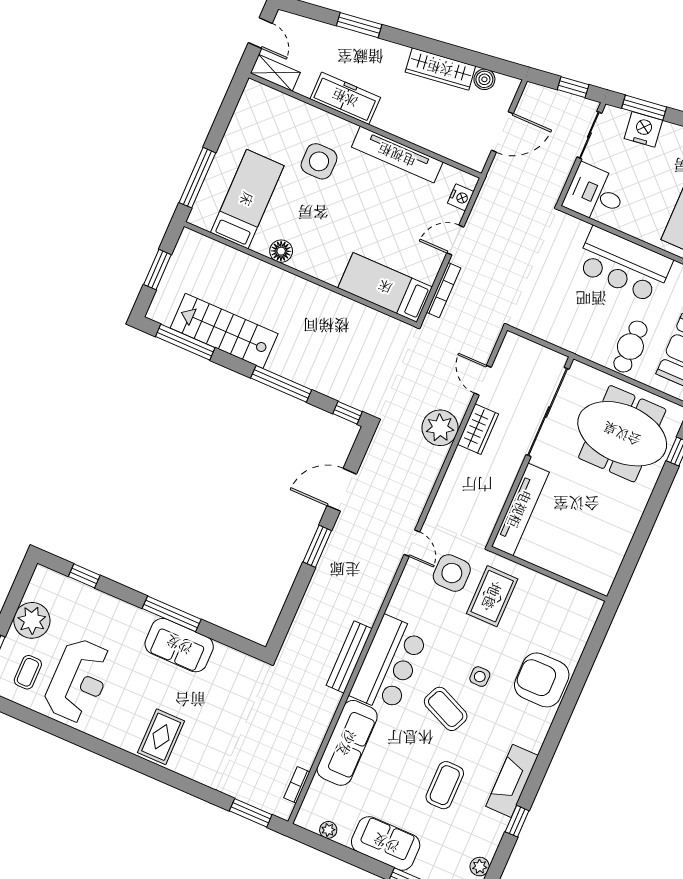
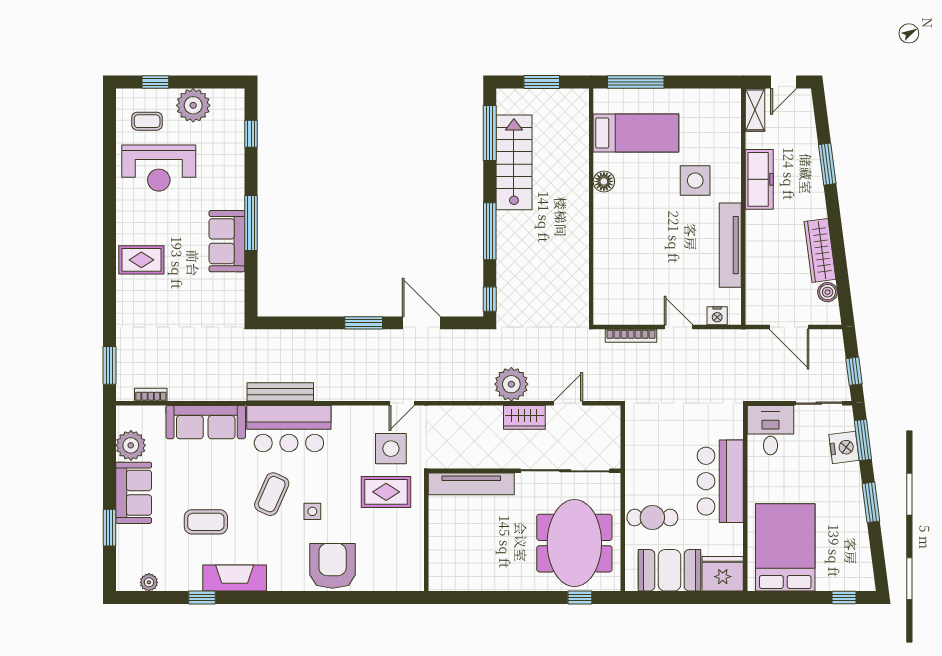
bed: (385, 287) -> (611, 284), removed
plant: (328, 830) -> (131, 445), width x1.87, depth x1.87

